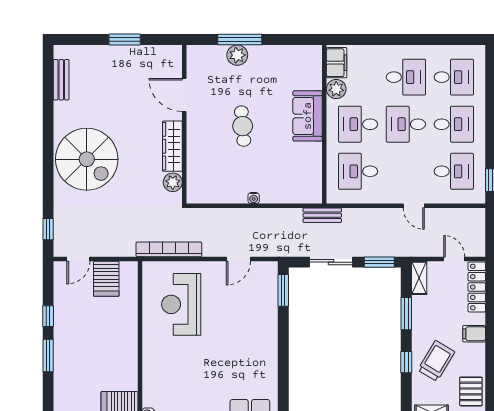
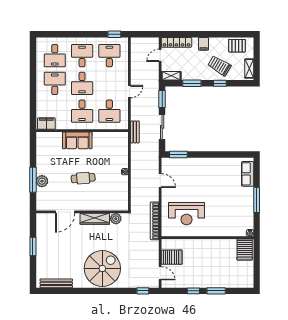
desk: (454, 77) -> (55, 56), turned 180
bench: (61, 80) -> (56, 283), width x1.36
plant: (336, 89) -> (62, 124), removed
door: (414, 206) -> (129, 92), moved

